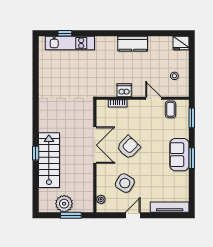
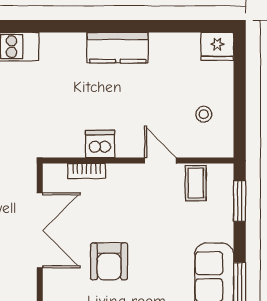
double door: (95, 145) -> (40, 230), moved
armchair: (128, 147) -> (109, 261), turned 136

